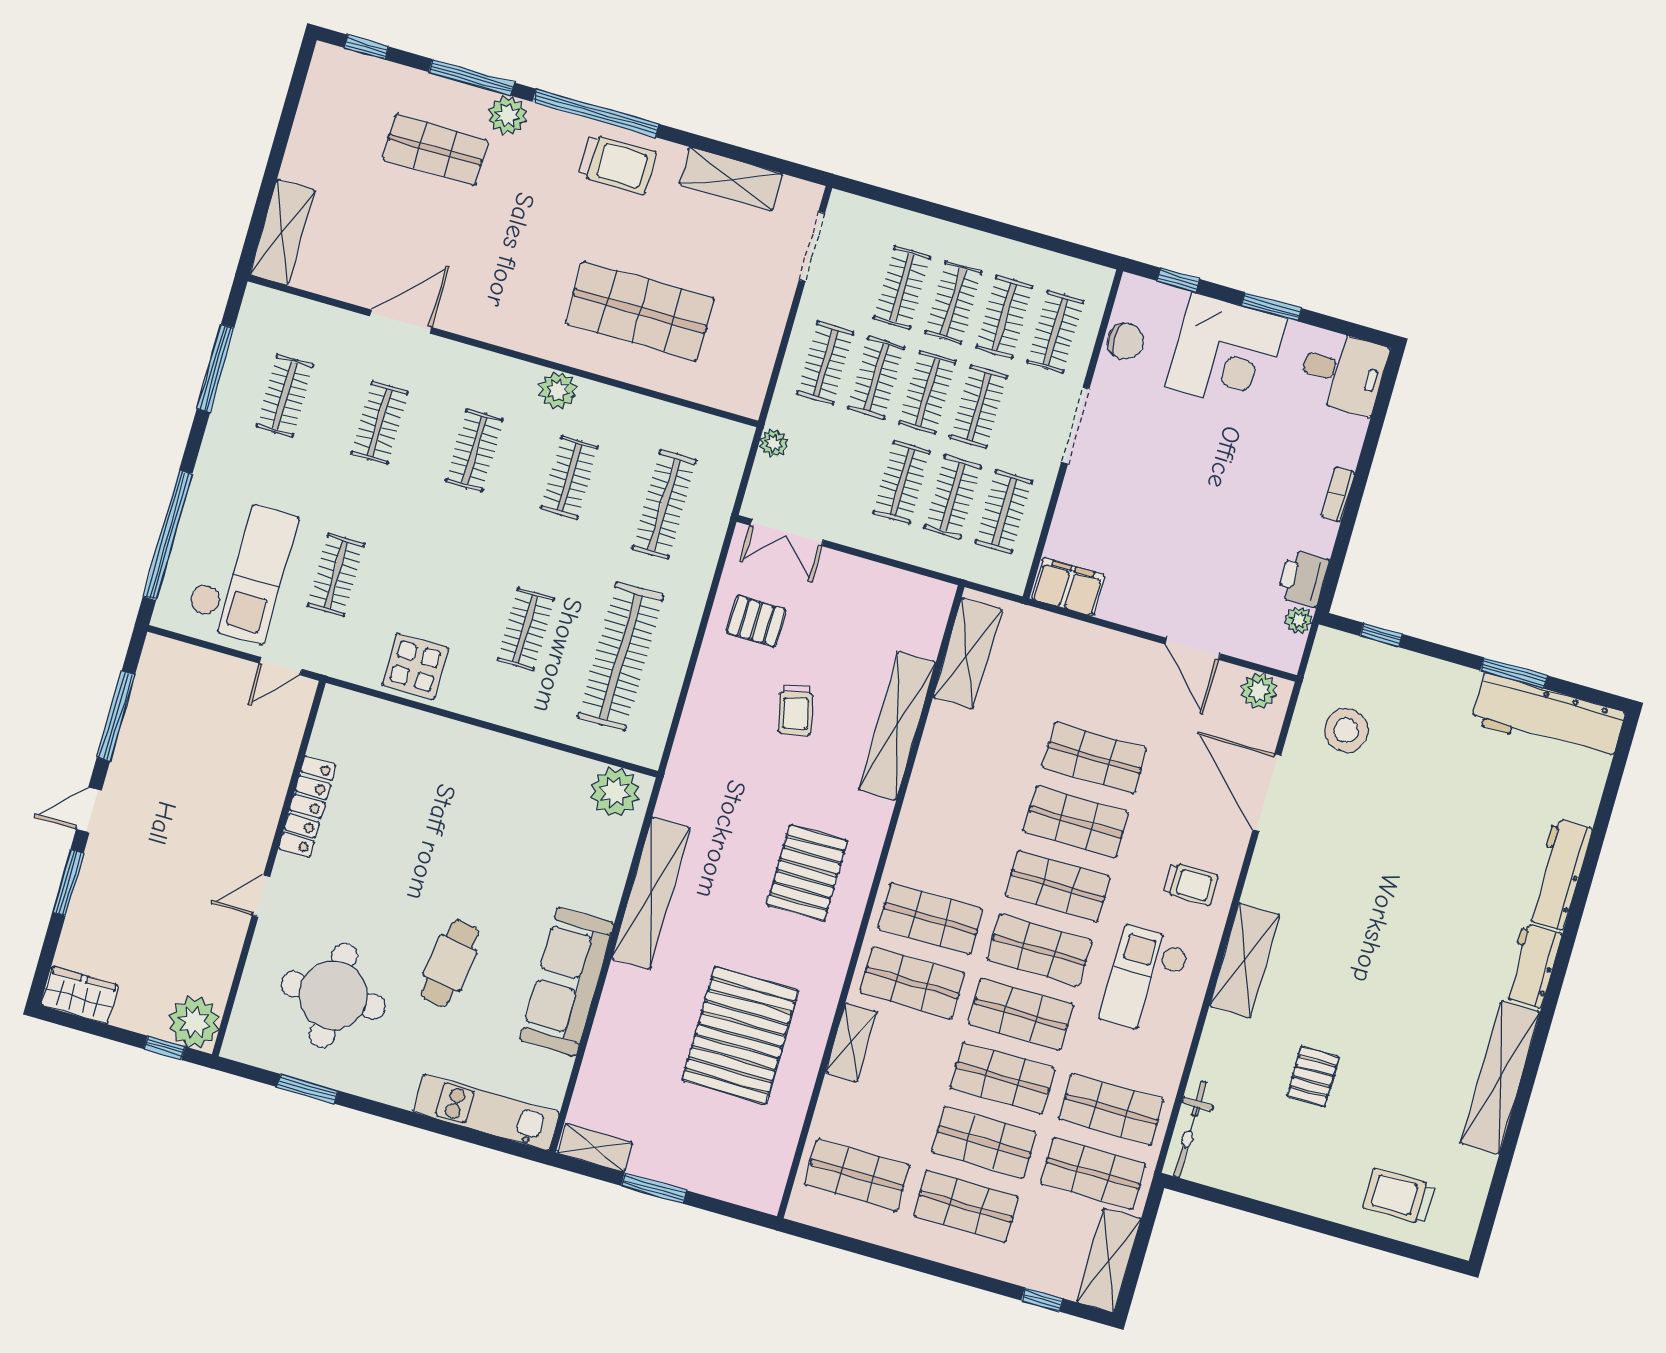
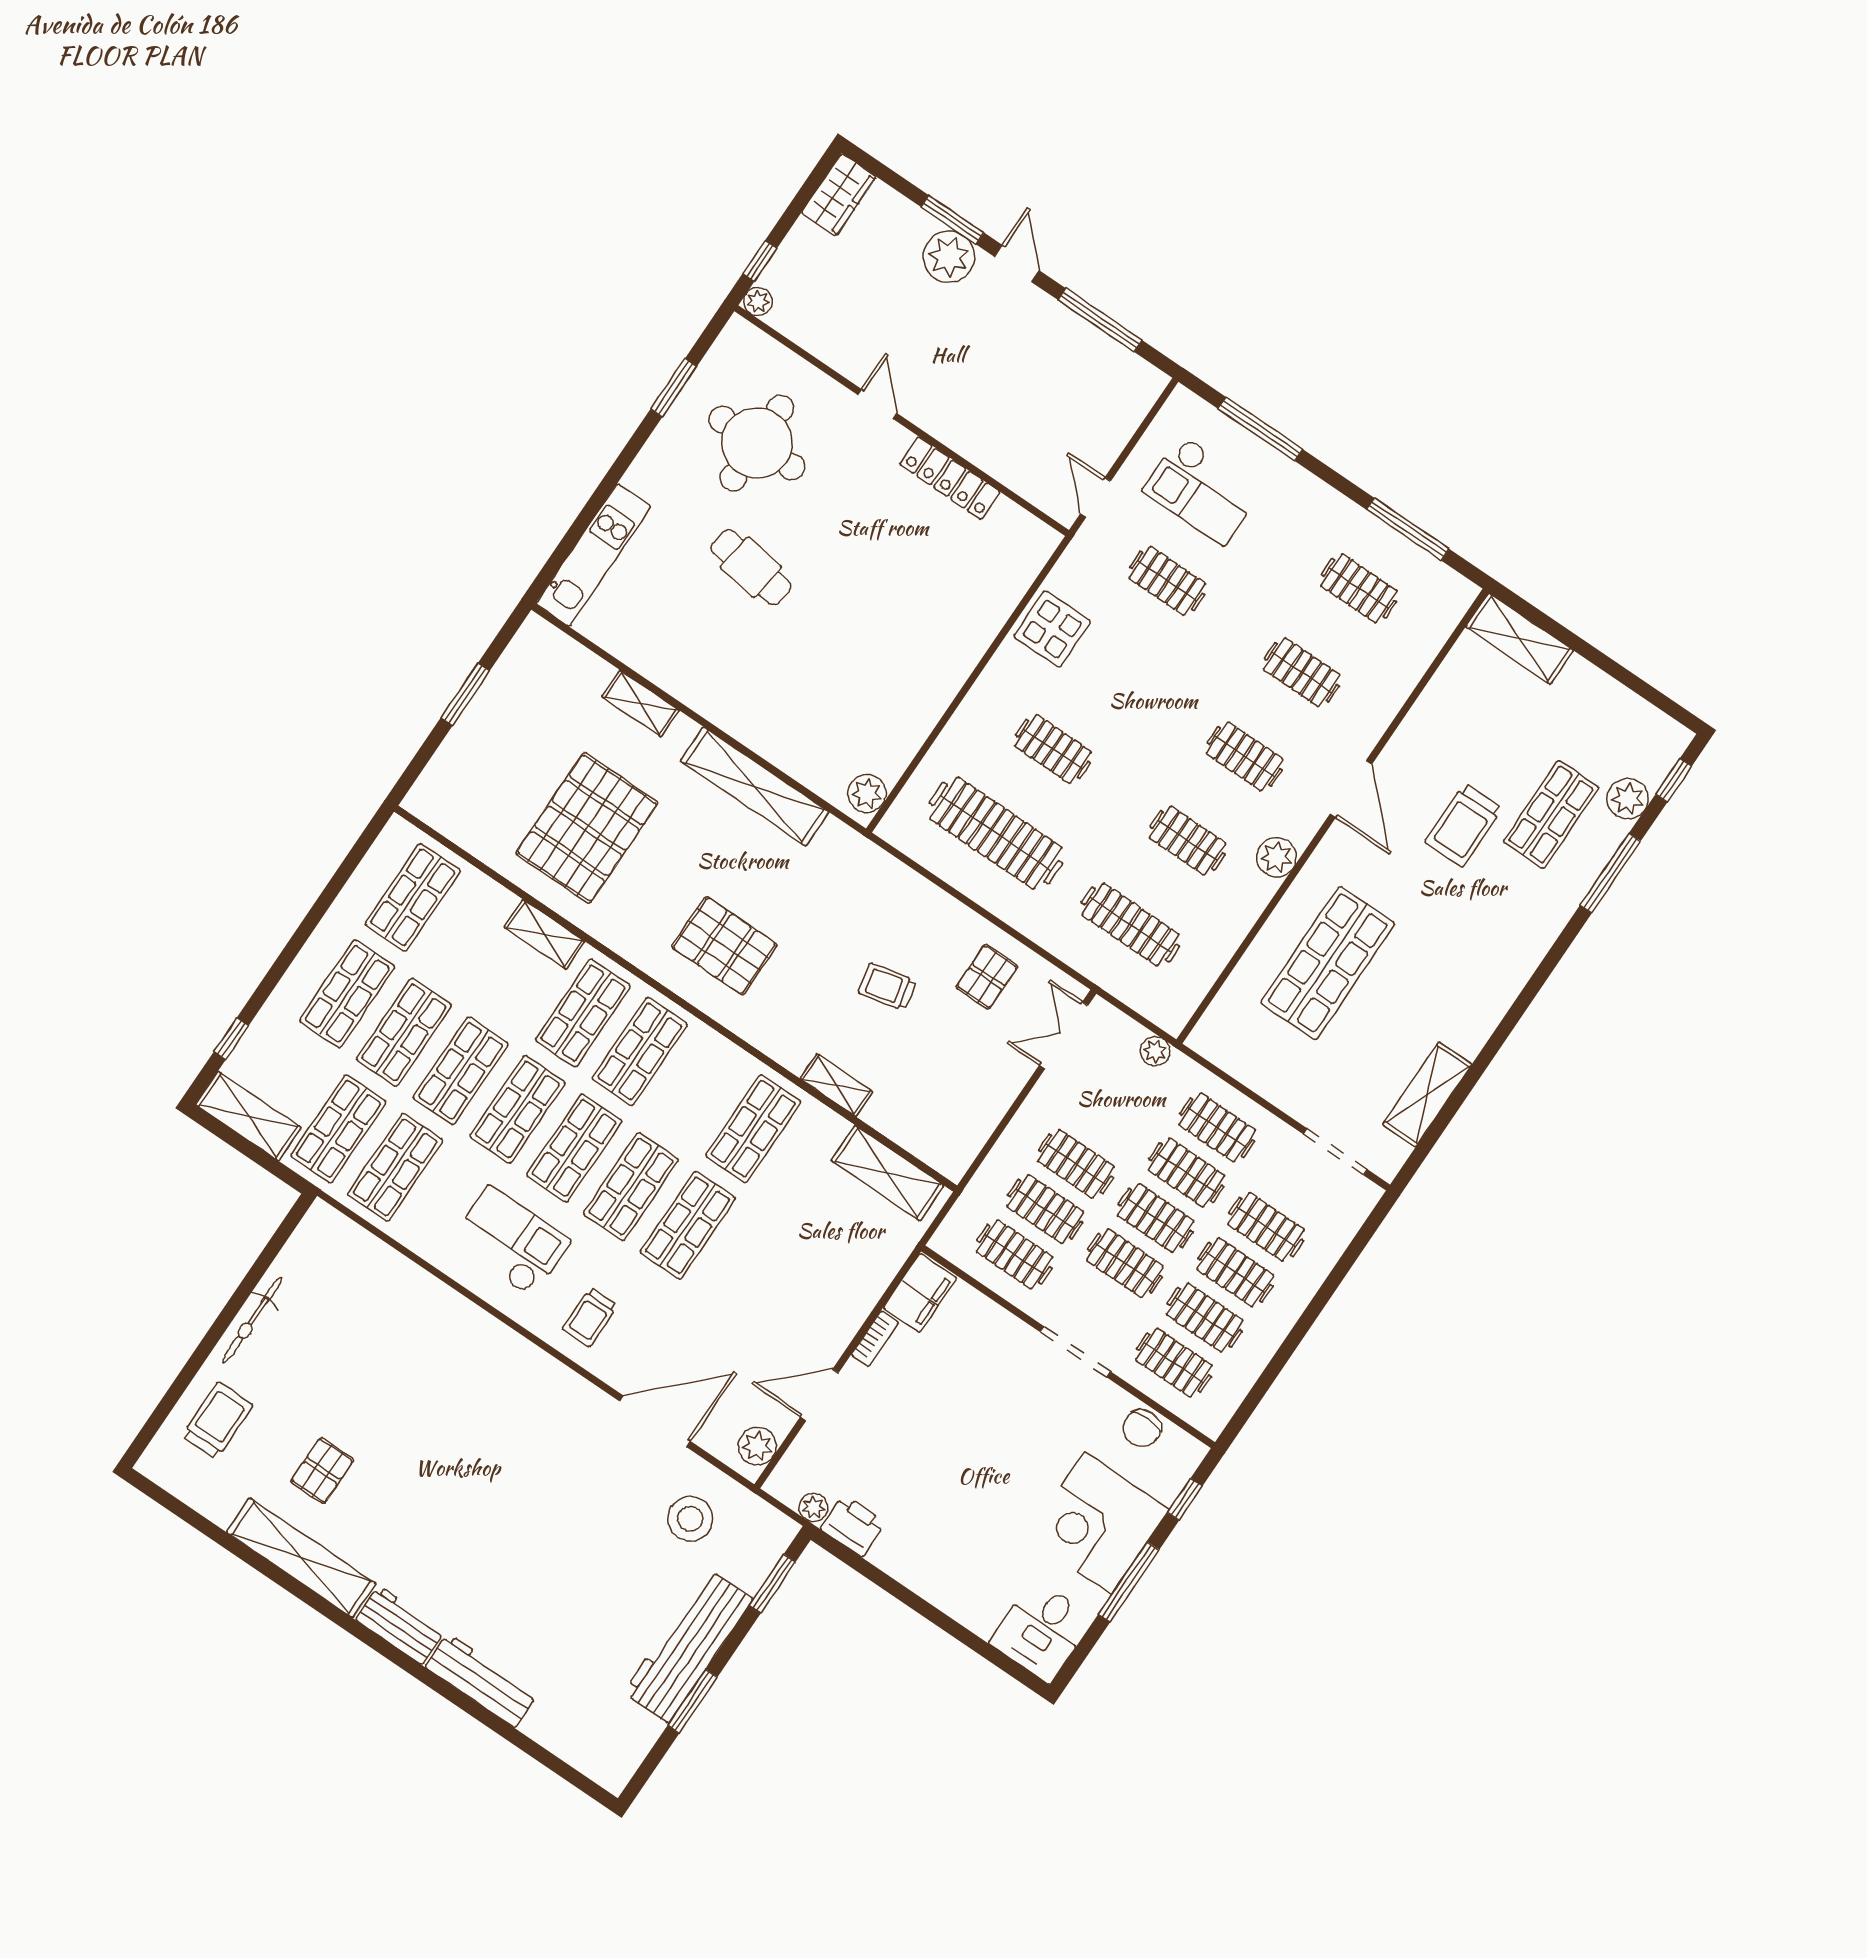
window: (596, 113) -> (1535, 984), removed
plant: (507, 115) -> (1628, 799), moved
trolley: (617, 164) -> (1463, 825), moved
window: (1271, 307) -> (1129, 1582), width x1.44
door: (401, 322) -> (1351, 789), moved
bookcase: (1338, 494) -> (875, 1339), moved, turned 90
window: (168, 535) -> (1260, 429), width x0.68
checkout: (241, 570) -> (1202, 490), width x0.73, depth x0.83
window: (1381, 635) -> (772, 1584), width x1.50
workbench: (1548, 718) -> (688, 1646), moved
shelving: (897, 726) -> (836, 1085), width x0.45, depth x0.75
shop shelf: (1094, 758) -> (753, 1129), moved
plant: (615, 792) -> (867, 794), width x0.73, depth x0.73
plant: (103, 875) -> (949, 257), added
shelving: (1245, 961) -> (498, 1345), removed
sofa: (567, 982) -> (695, 676), removed
plant: (194, 1022) -> (758, 301), width x0.53, depth x0.53
pallet: (740, 1035) -> (587, 828), turned 90
pallet: (1313, 1076) -> (322, 1471), moved, turned 90
bicycle: (1190, 1129) -> (252, 1320), moved, turned -90
shelving: (595, 1148) -> (640, 703), moved, turned 90

